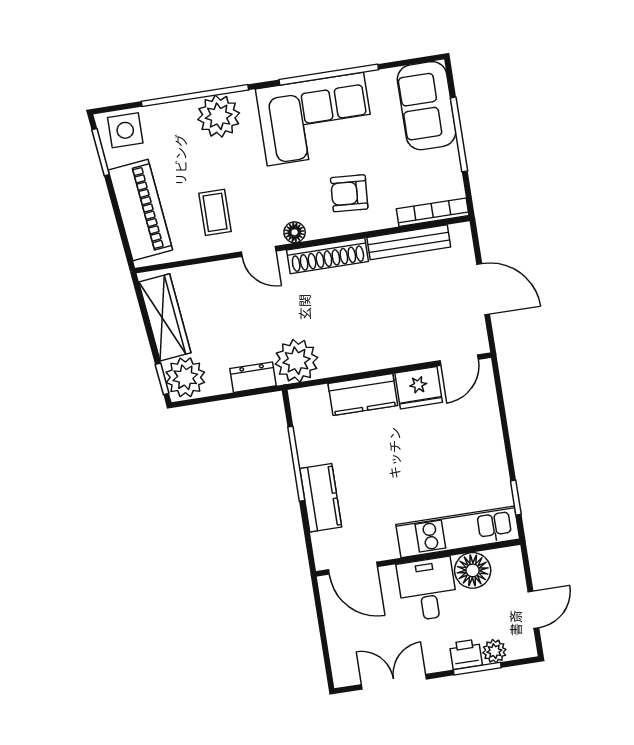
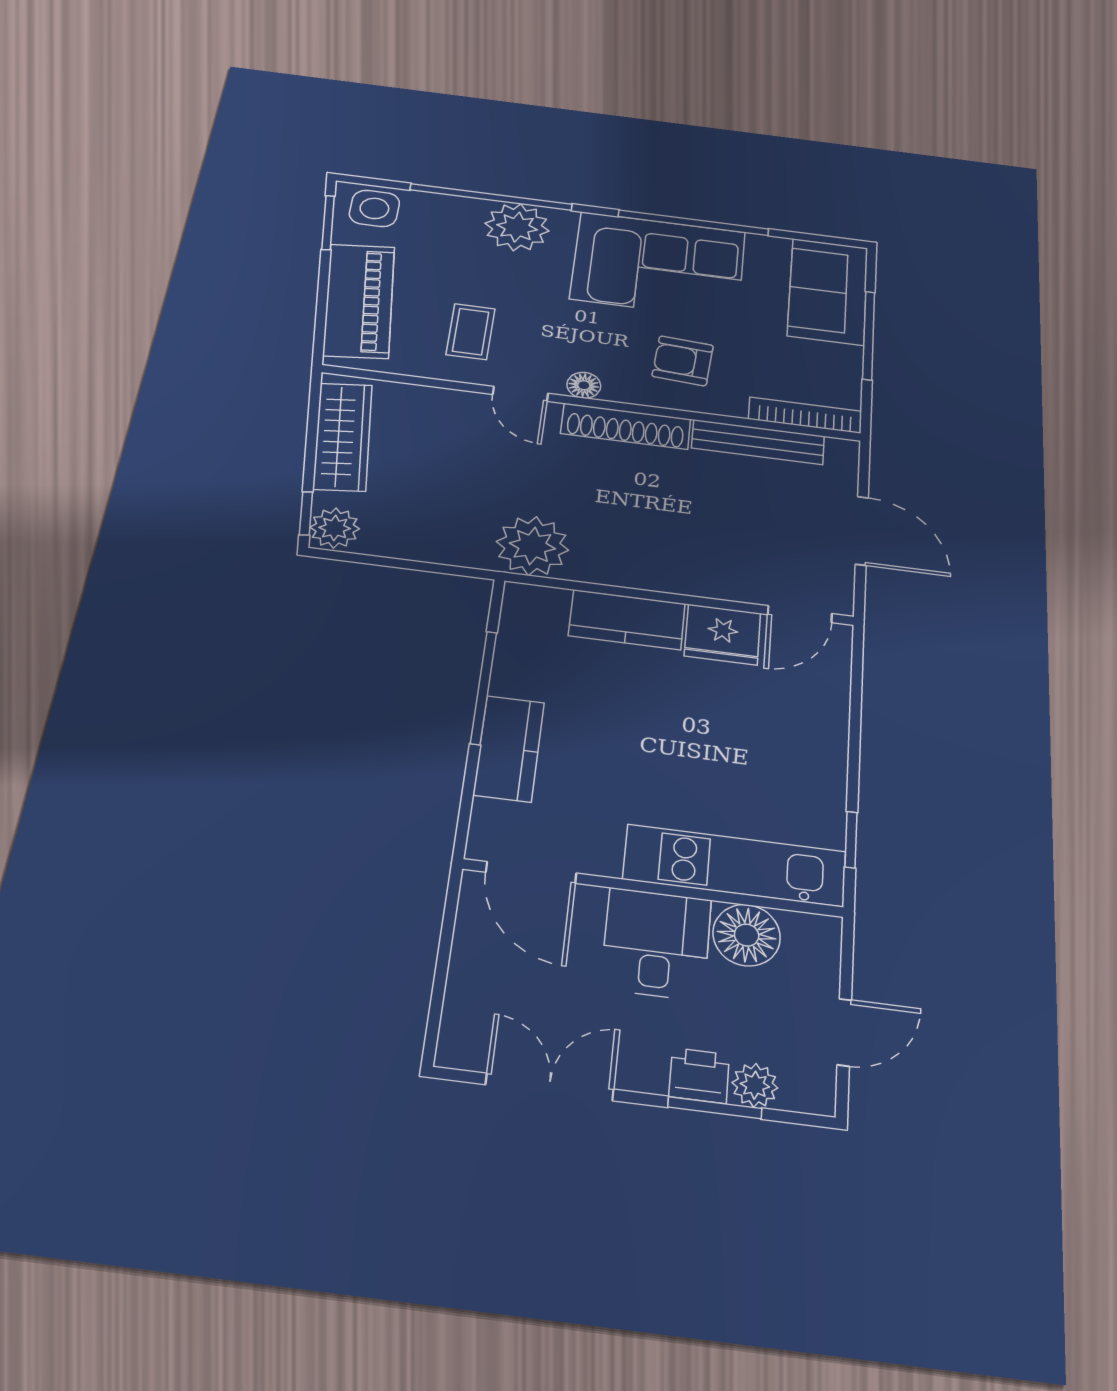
plant: (185, 377) -> (335, 528), width x0.73, depth x0.73
dresser: (253, 377) -> (454, 549), removed

